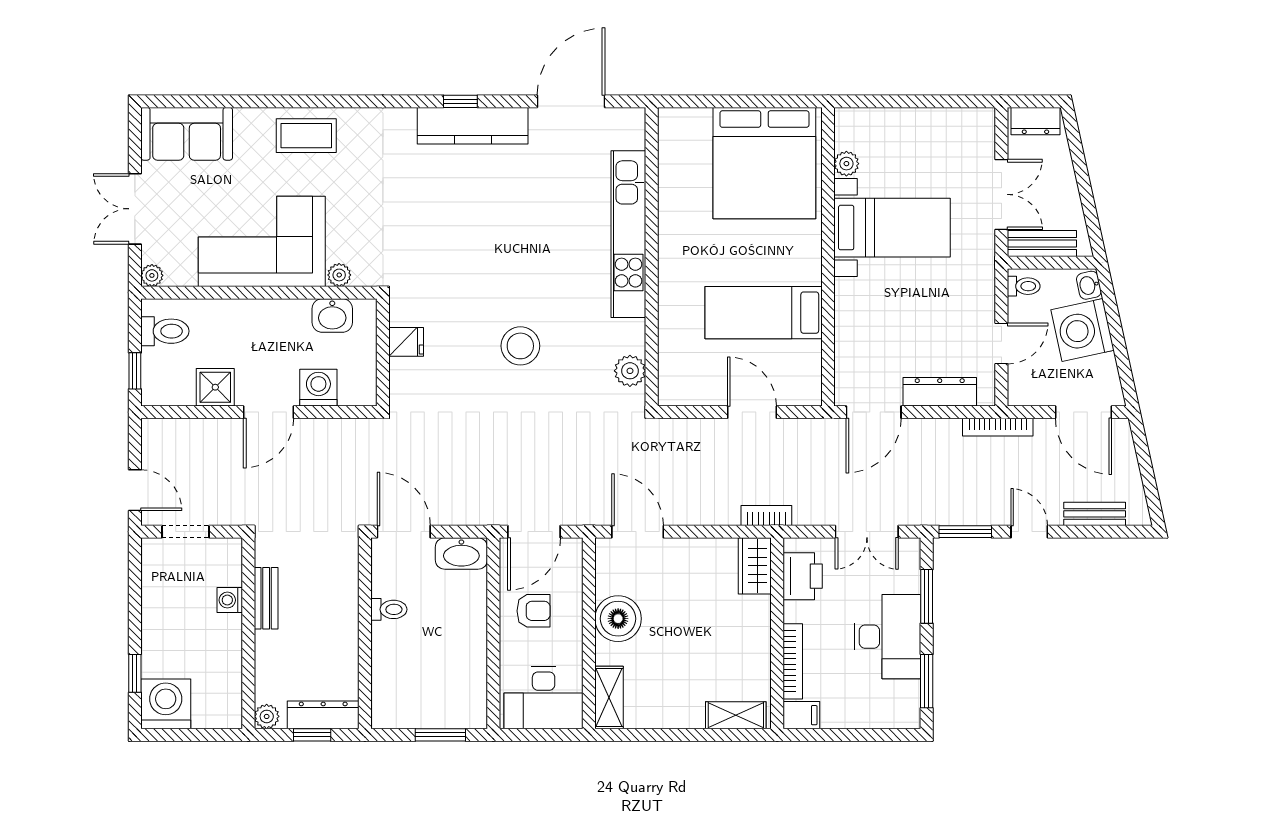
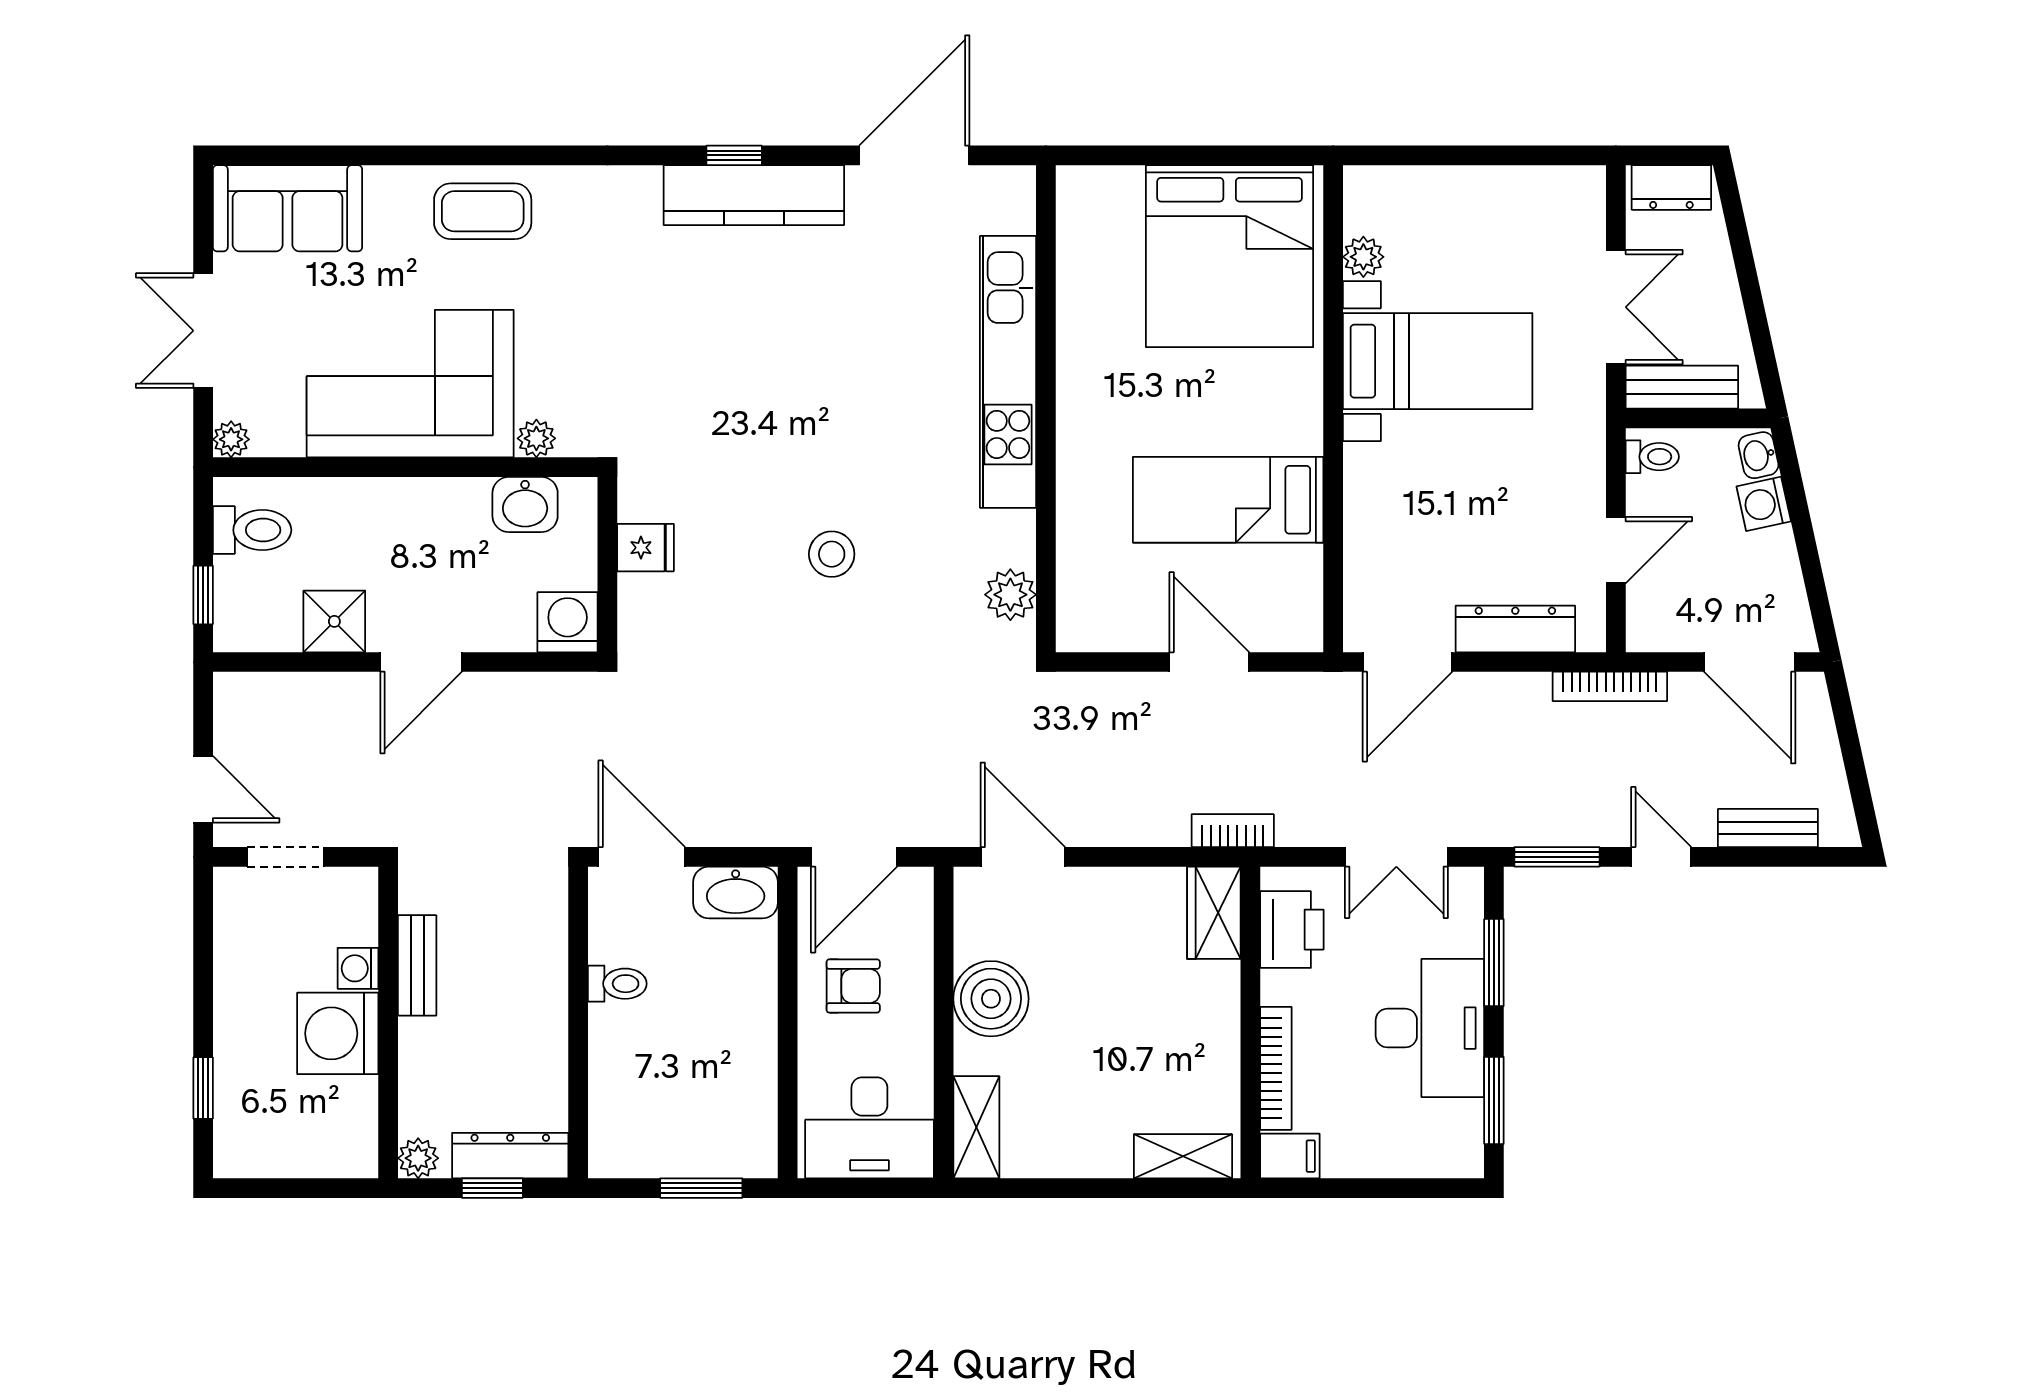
washing machine: (1083, 330) -> (1764, 504), width x0.53, depth x0.53
stool: (520, 346) -> (832, 554), width x0.73, depth x0.73
washing machine: (318, 388) -> (568, 622), moved
washing machine: (166, 704) -> (338, 1033), moved, turned -90

